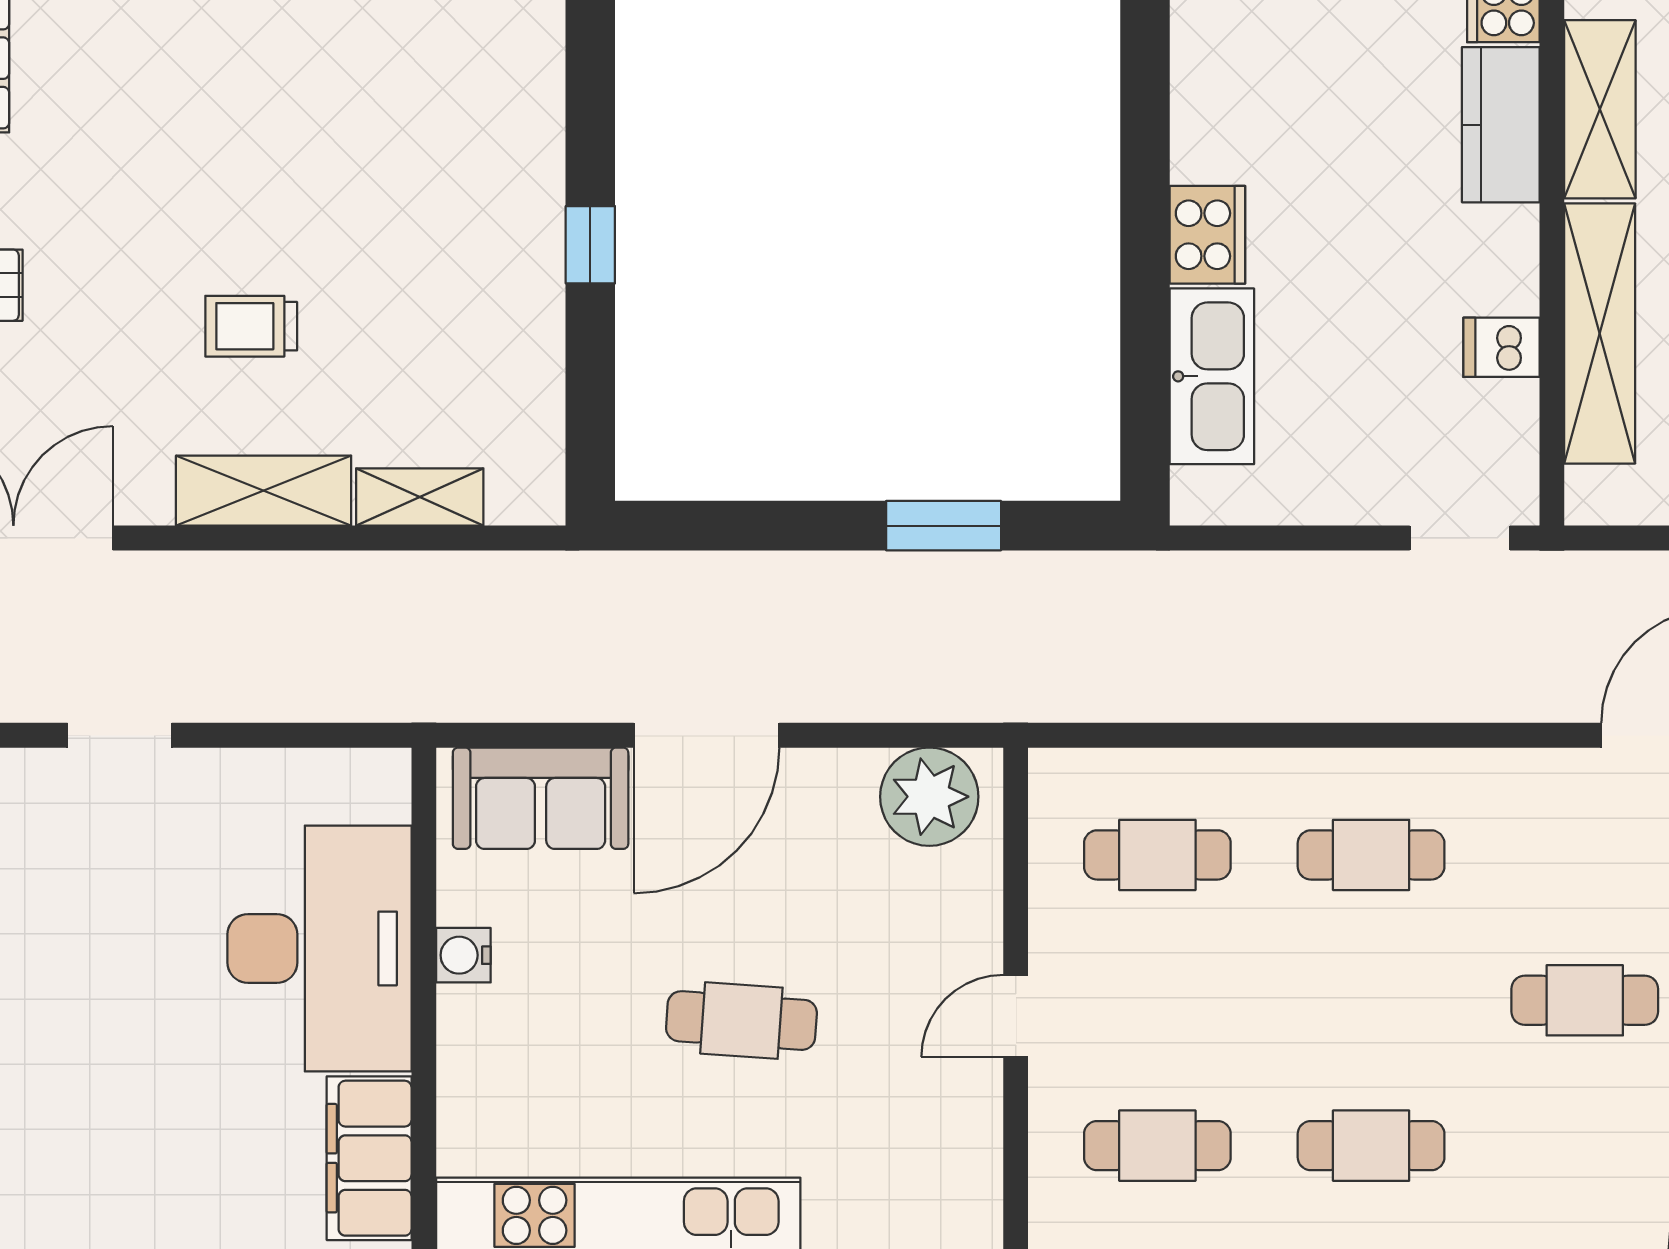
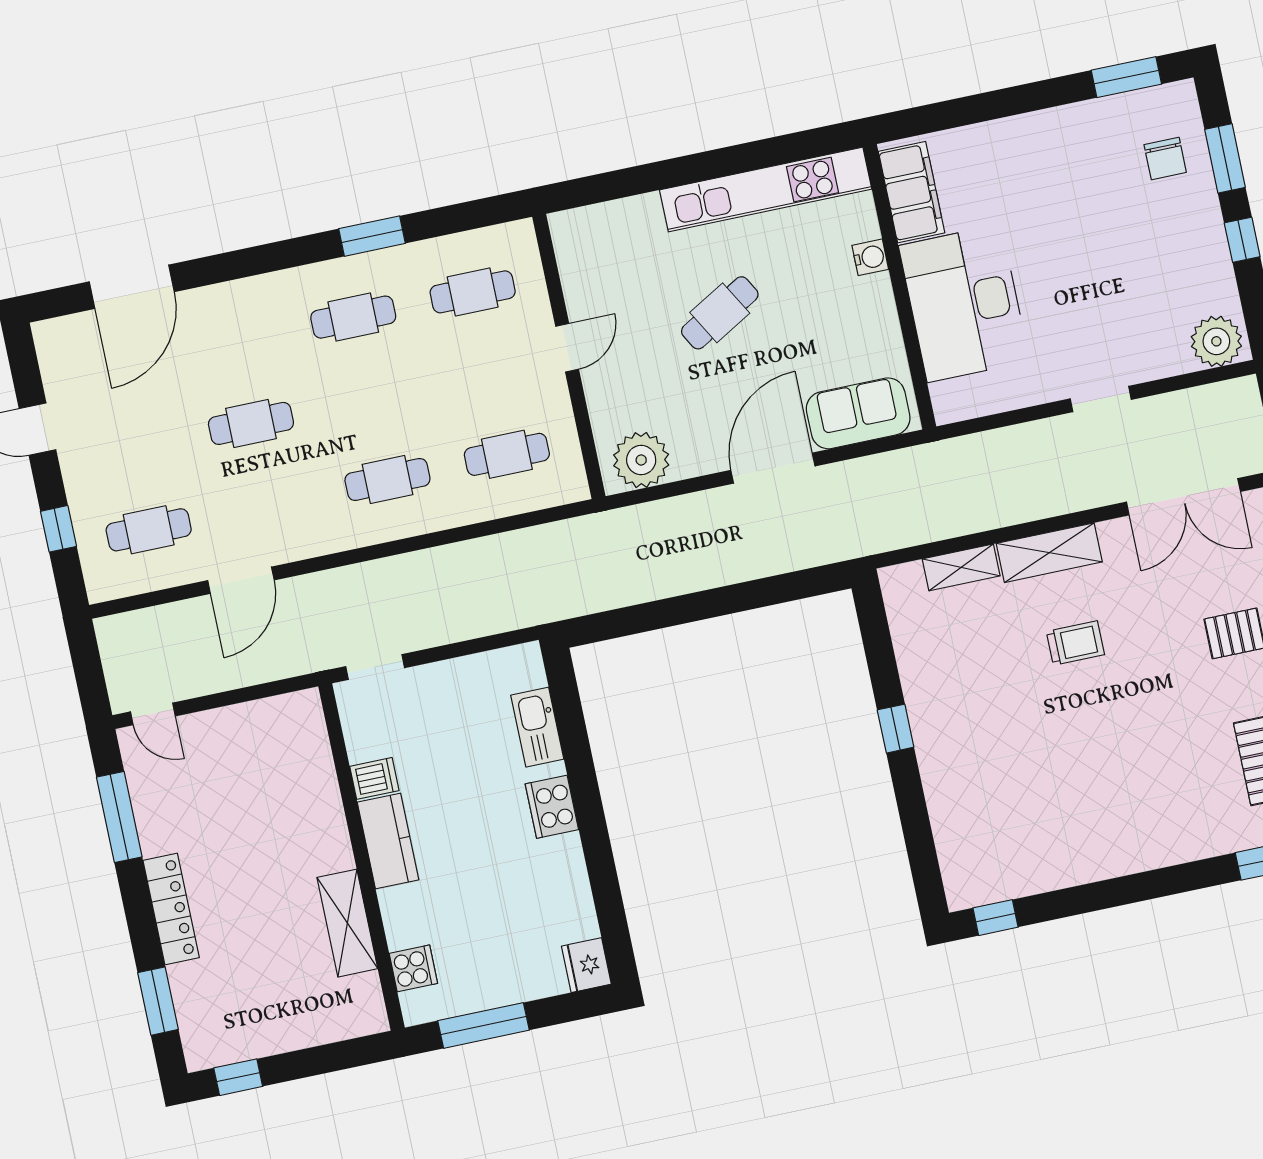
kitchen counter: (1501, 125) -> (388, 841), moved
shelving: (1600, 333) -> (321, 798), removed
kitchen sink: (1212, 376) -> (537, 727), width x0.73, depth x0.81
window: (944, 526) -> (665, 613), removed
water cooler: (463, 955) -> (870, 257), moved
cafe table: (741, 1021) -> (720, 313), turned -34

